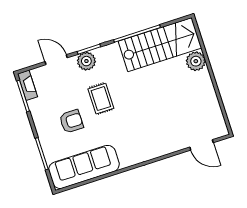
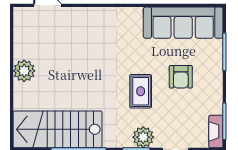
plant: (196, 61) -> (24, 71), moved
armchair: (71, 121) -> (181, 77), turned -90

